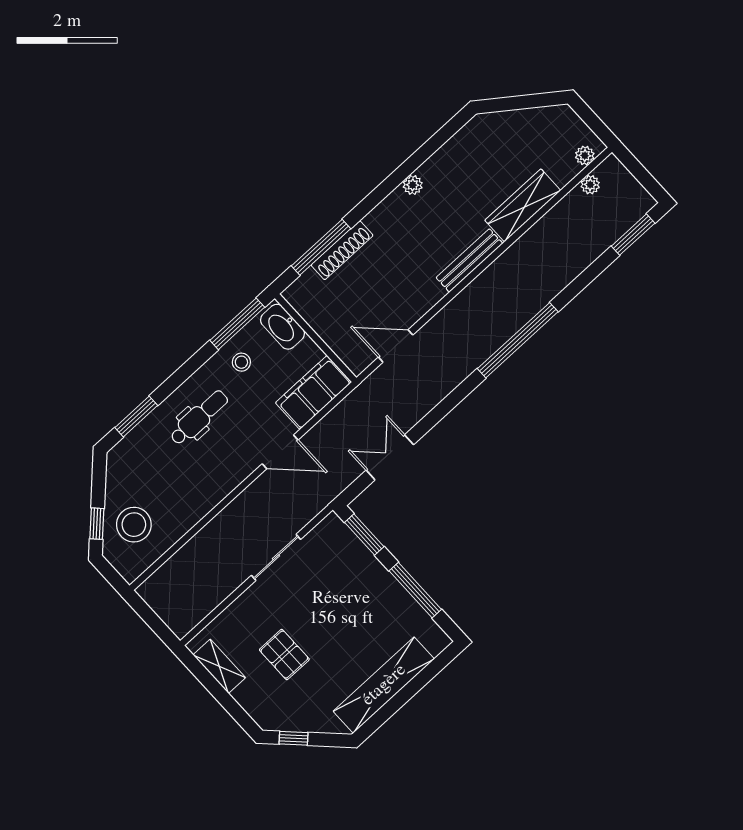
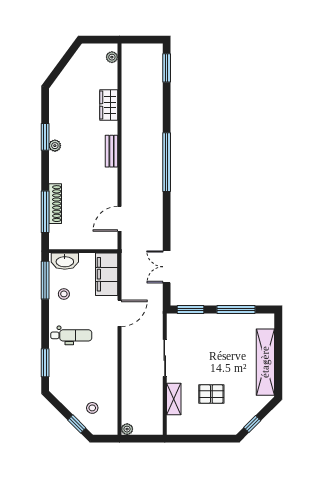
window: (413, 163) -> (45, 137), added
plant: (590, 185) -> (127, 429), moved
wardrobe: (523, 205) -> (109, 105), width x0.67
bench: (469, 260) -> (112, 151), width x0.73
dental chair: (199, 418) -> (71, 335), turned 90
stool: (134, 525) -> (92, 408), width x0.53, depth x0.53
shelving: (219, 666) -> (174, 399), moved, turned 90

